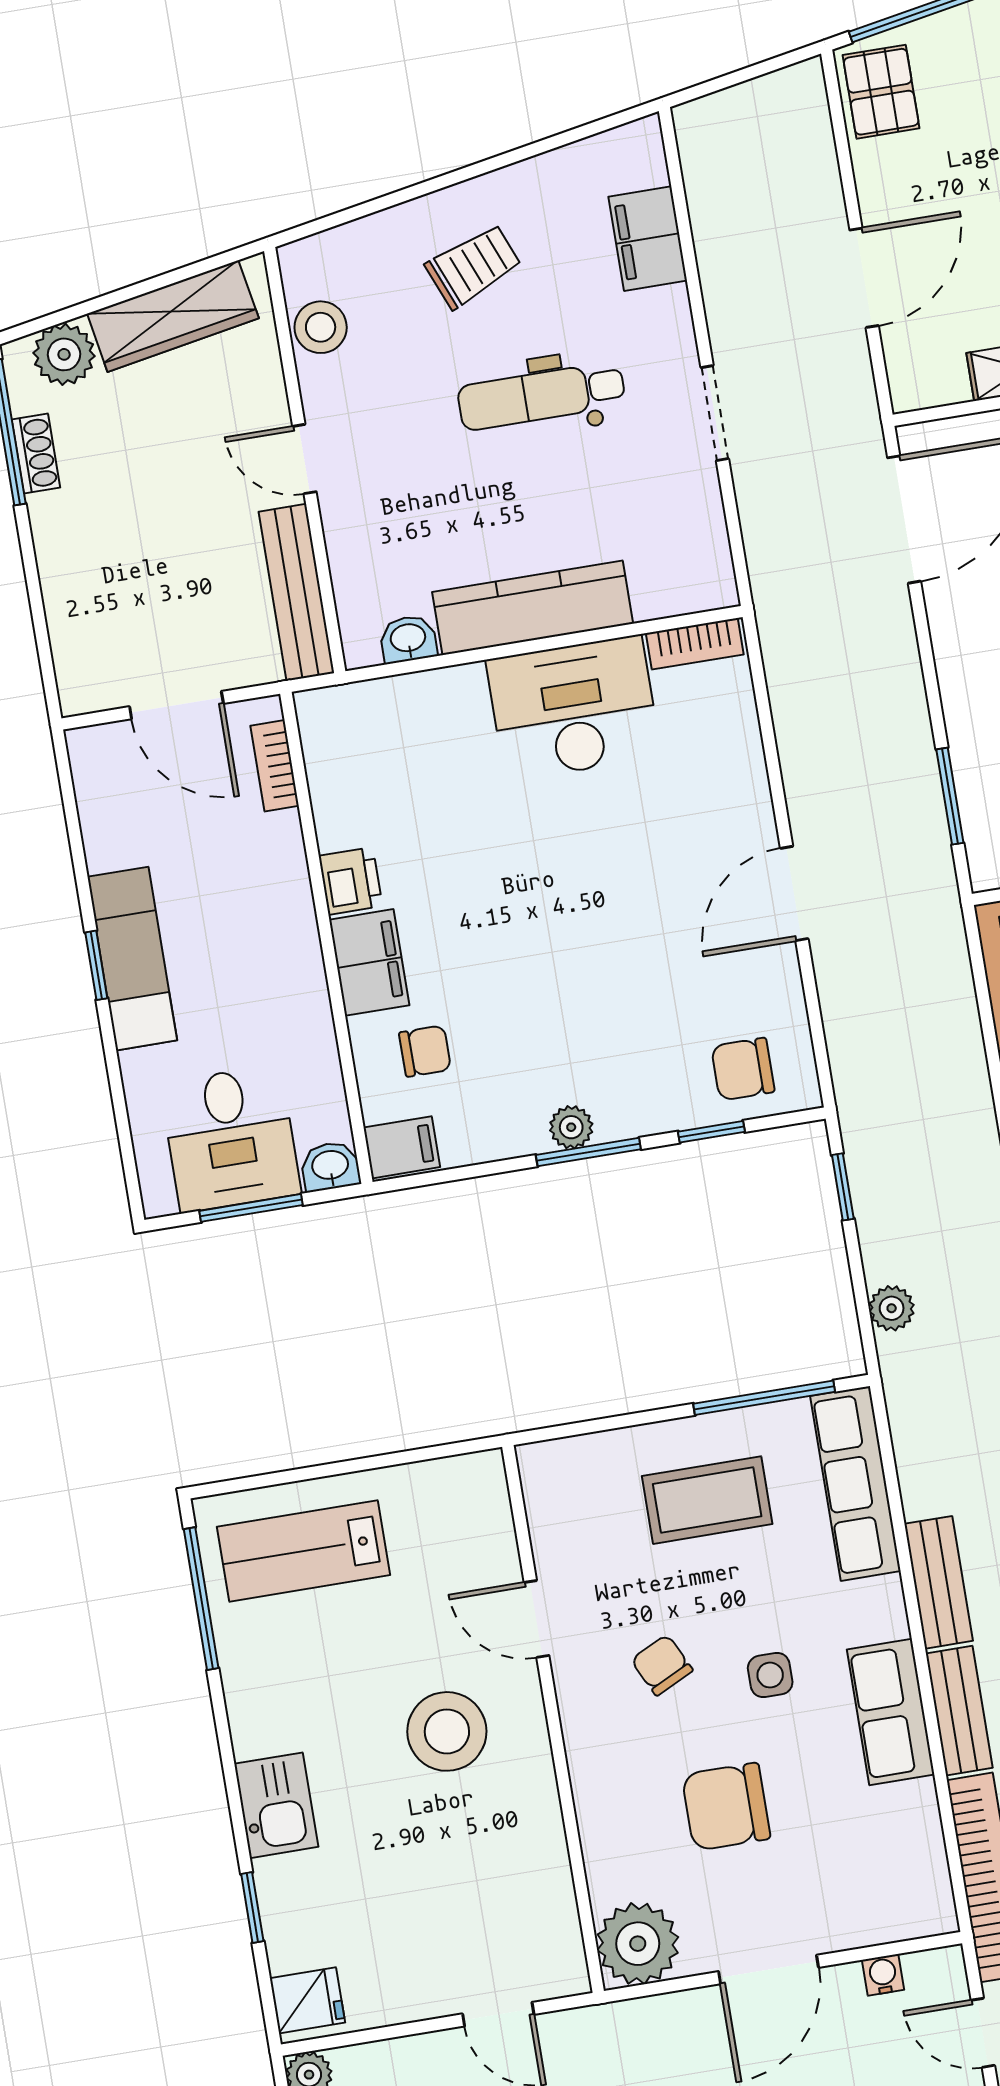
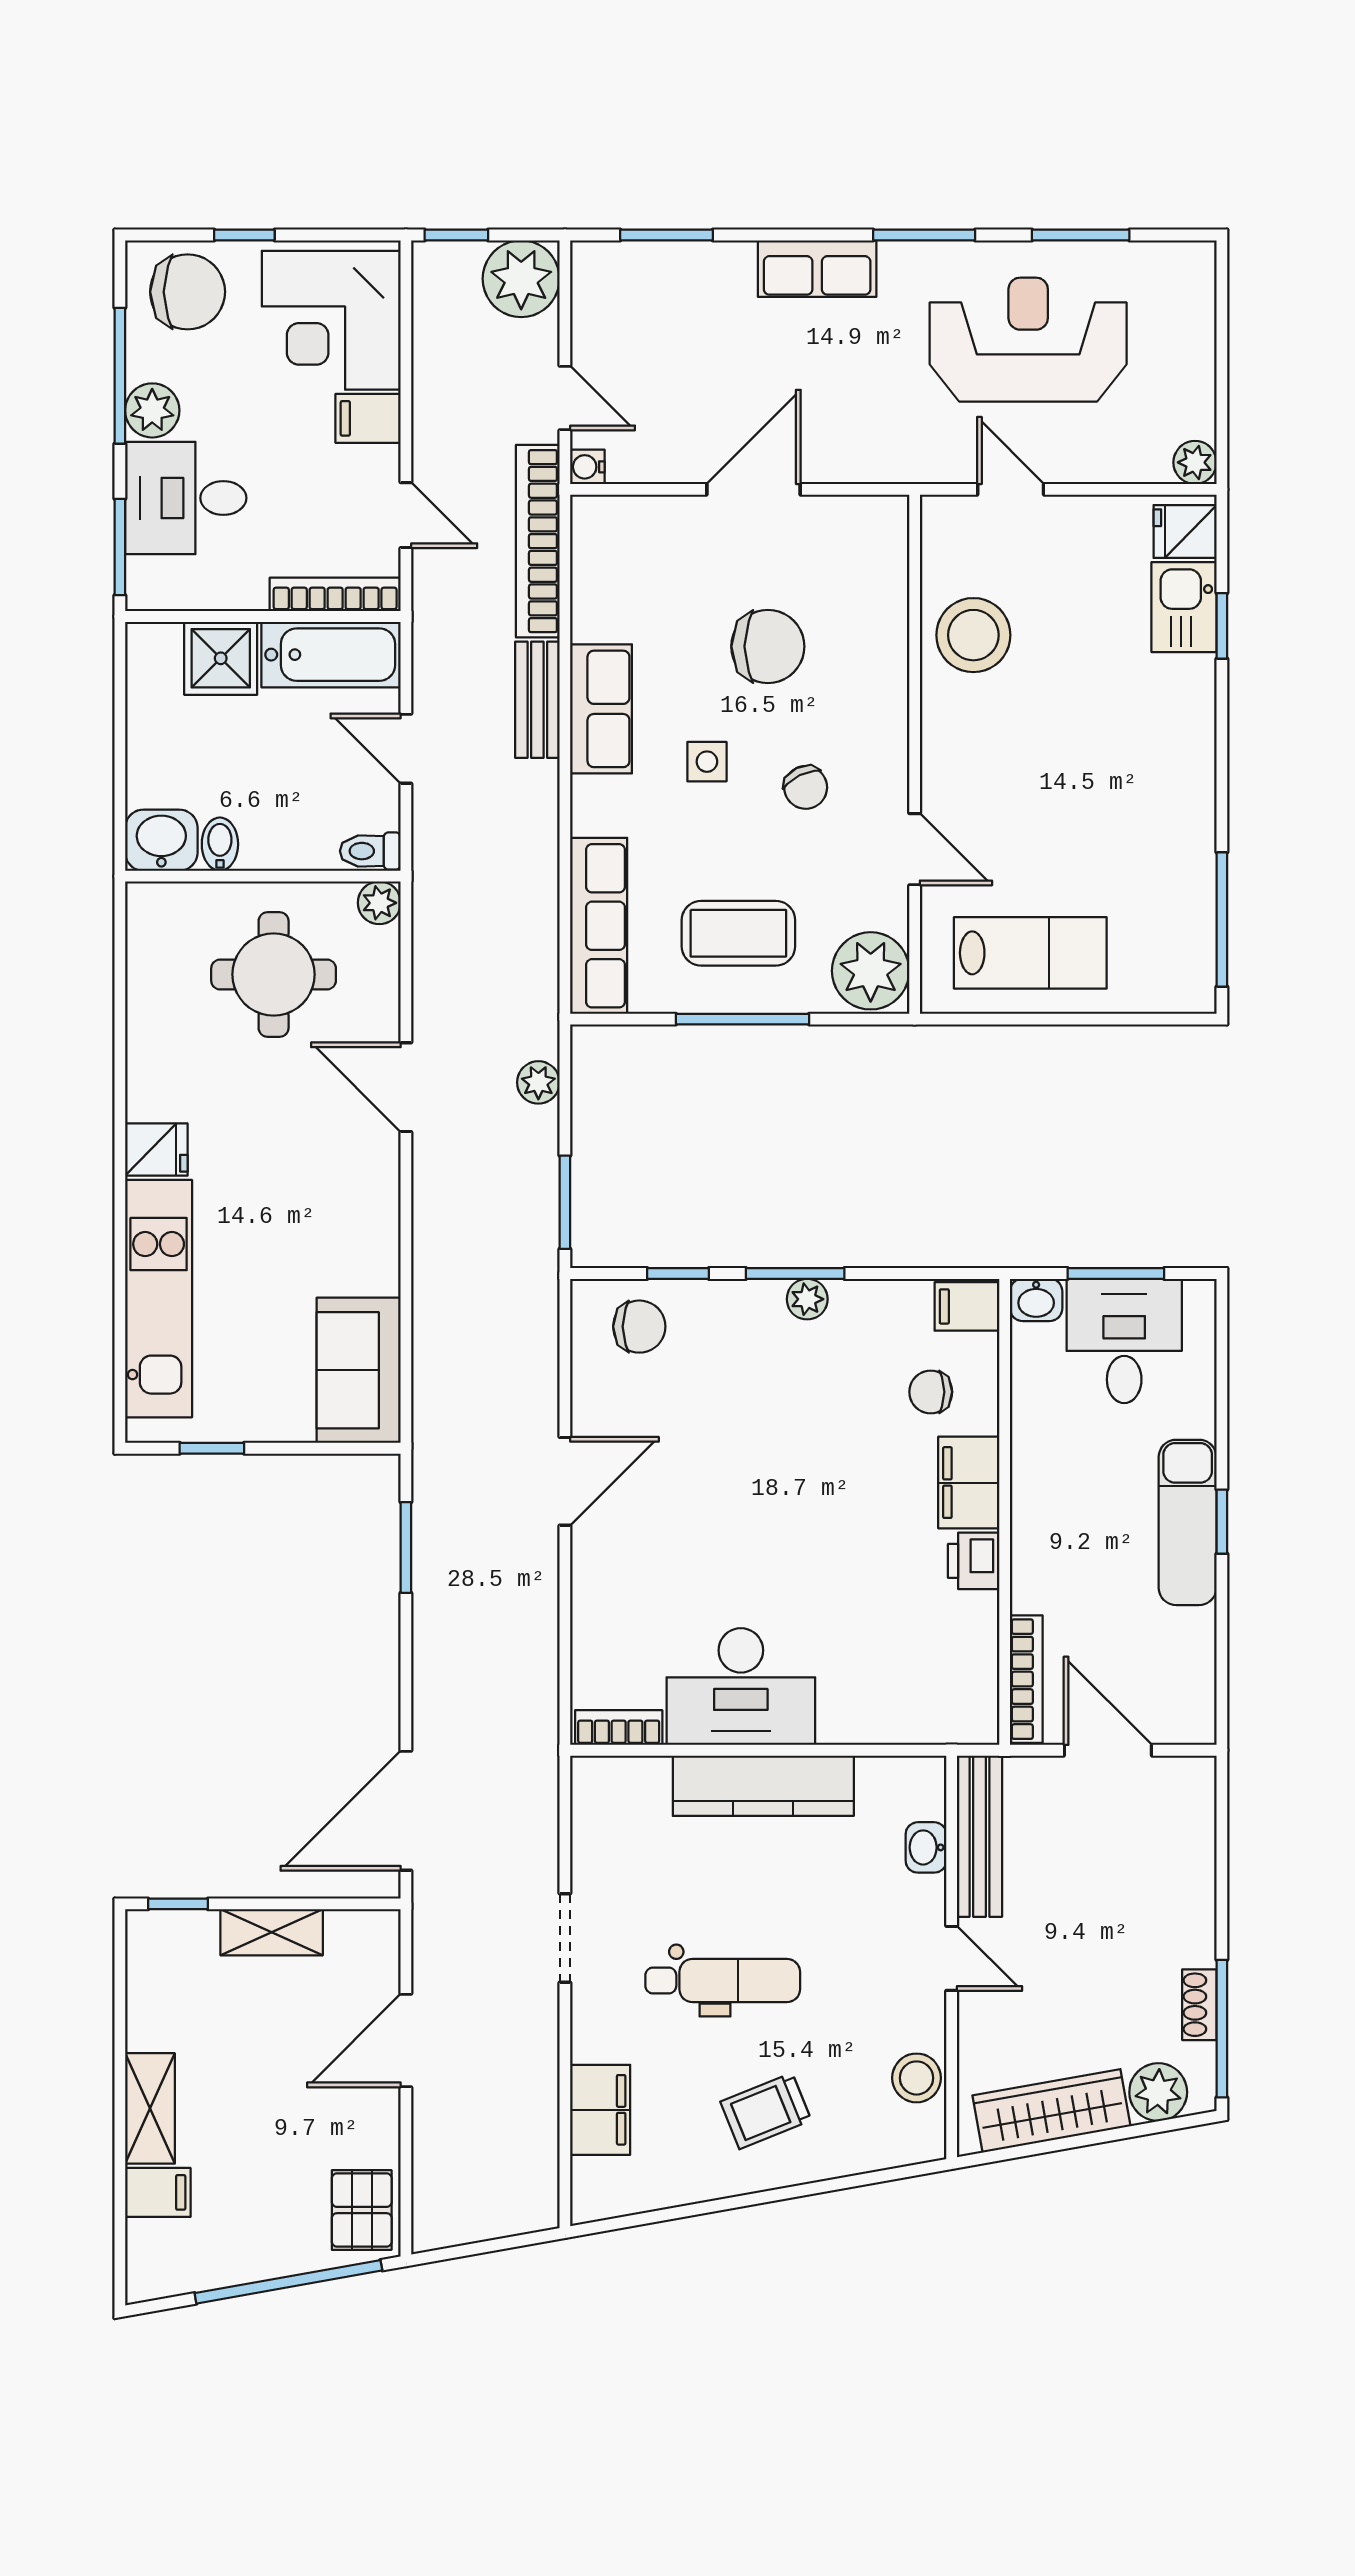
washbasin: (408, 639) -> (926, 1847), moved, turned 90
bookcase: (275, 766) -> (1026, 1679), width x1.56
window: (843, 1187) -> (565, 1202), width x1.50
window: (764, 1398) -> (742, 1019), moved
lab bench: (303, 1551) -> (1030, 953), moved
bench: (939, 1582) -> (537, 822), removed
stool: (447, 1731) -> (973, 635), moved
kitchen sink: (276, 1805) -> (1184, 607), moved
plant: (638, 1944) -> (871, 971), moved
water cooler: (883, 1975) -> (587, 467), moved, turned 90

